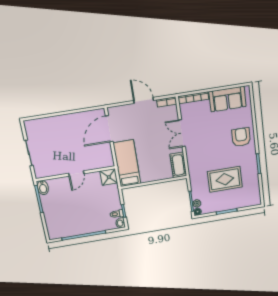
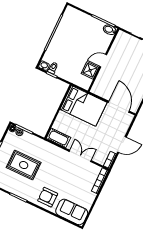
sofa: (227, 99) -> (72, 212), moved, turned 90
armchair: (241, 137) -> (48, 197), turned 180
bed: (127, 163) -> (84, 106), width x1.50
door: (76, 174) -> (103, 61), hinge flipped
shower: (109, 177) -> (90, 70), moved
rug: (225, 179) -> (24, 165), turned 90

